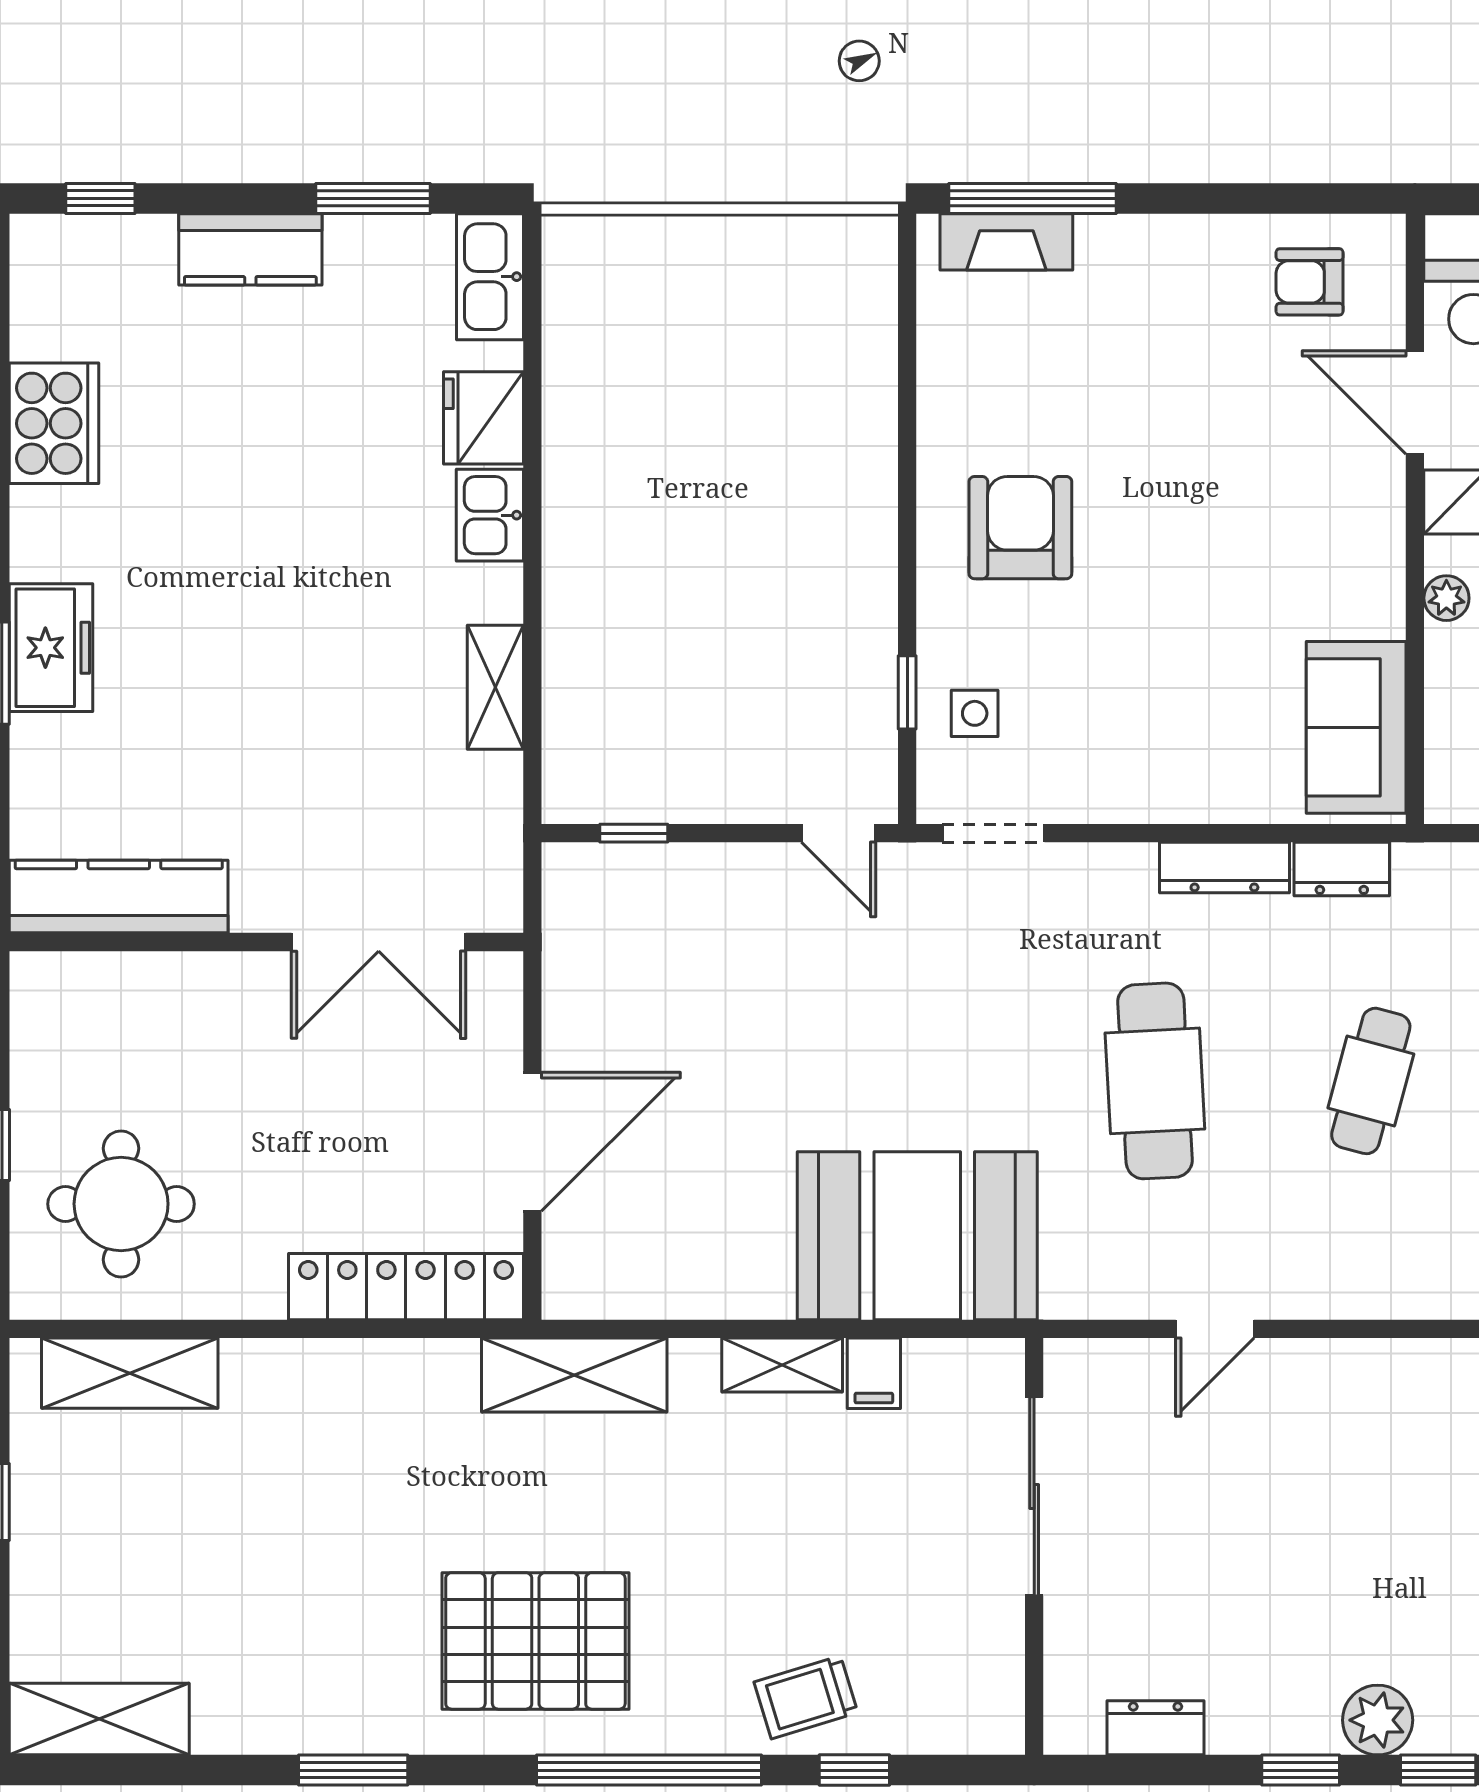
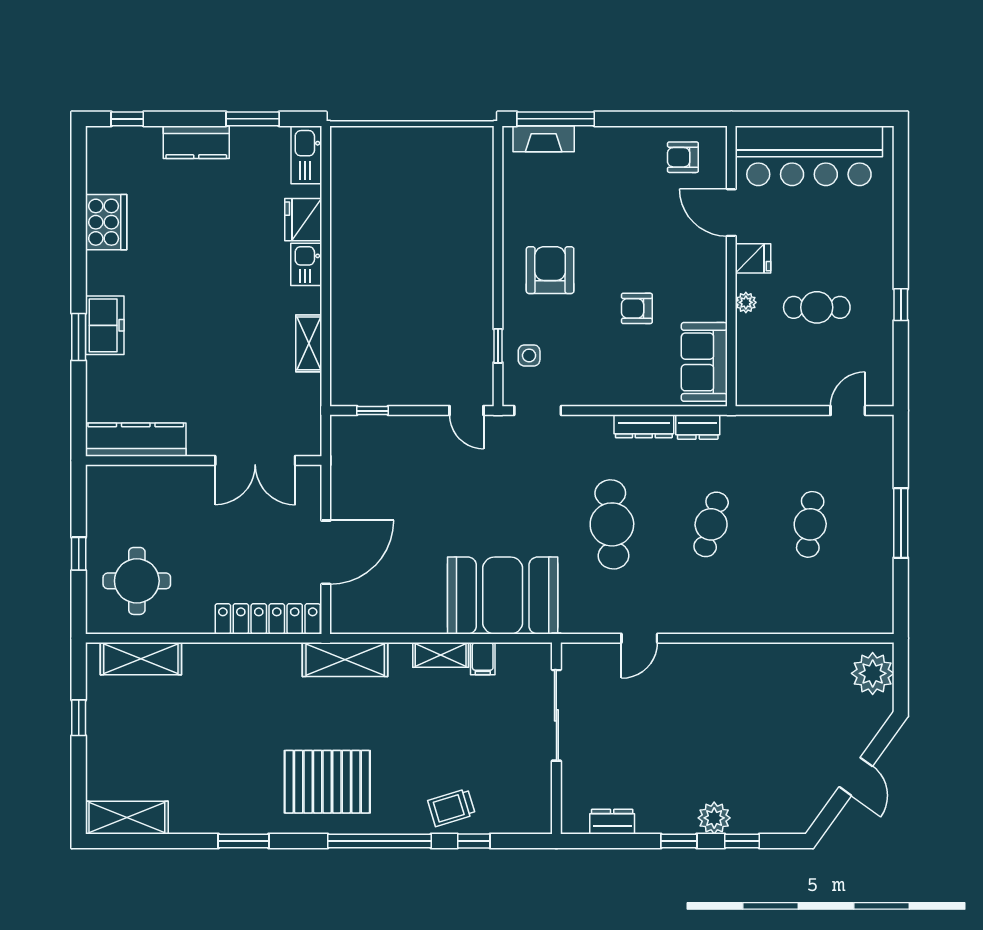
armchair: (1209, 611) -> (637, 308), added

